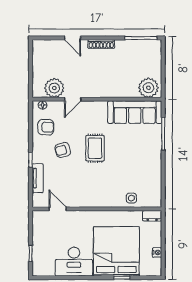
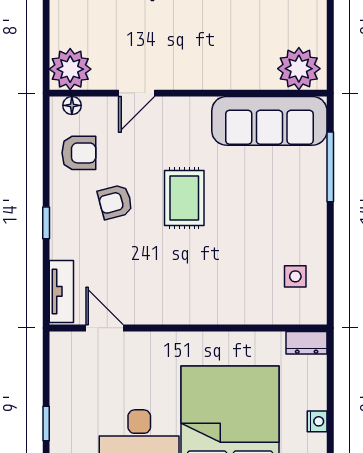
plant: (54, 88) -> (70, 69), moved
tv unit: (38, 178) -> (61, 291), moved
side table: (131, 198) -> (295, 276), moved

